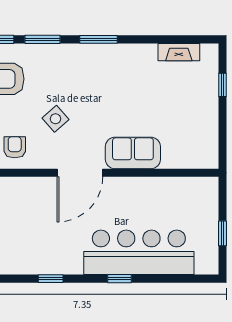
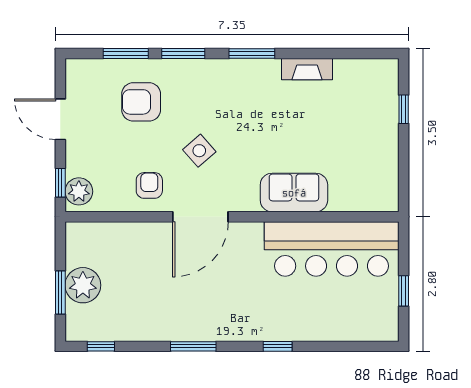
fireplace: (179, 52) -> (307, 69), moved
door: (80, 173) -> (200, 217), moved
bar counter: (139, 252) -> (332, 249), moved, turned 180
window: (51, 279) -> (193, 346), width x1.50

